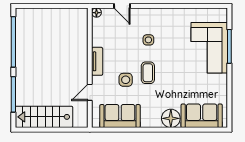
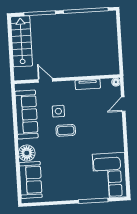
side table: (148, 40) -> (95, 129), removed
corner sofa: (209, 48) -> (110, 176), moved, turned -90
tv unit: (97, 61) -> (88, 84), moved
sofa: (120, 116) -> (27, 115), width x1.36

